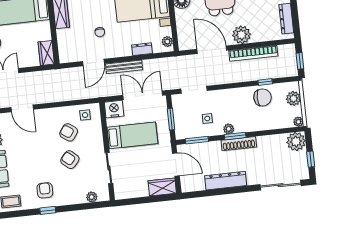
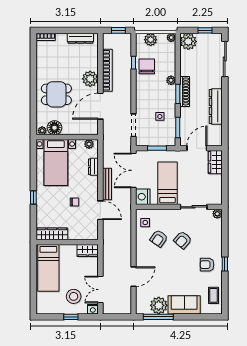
plant: (229, 129) -> (171, 80), moved
plant: (92, 197) -> (217, 214), moved

